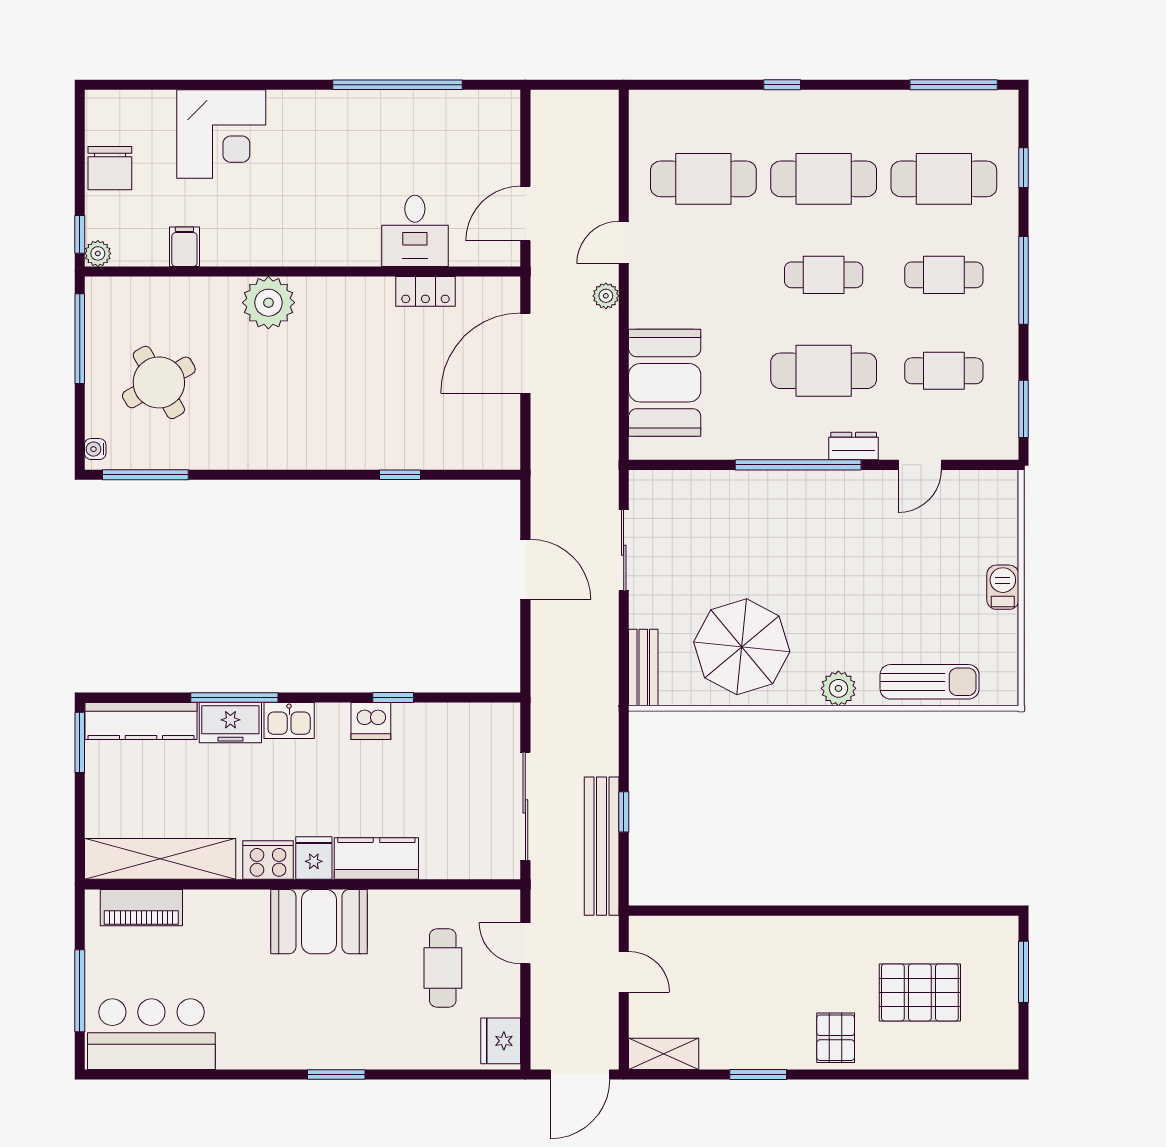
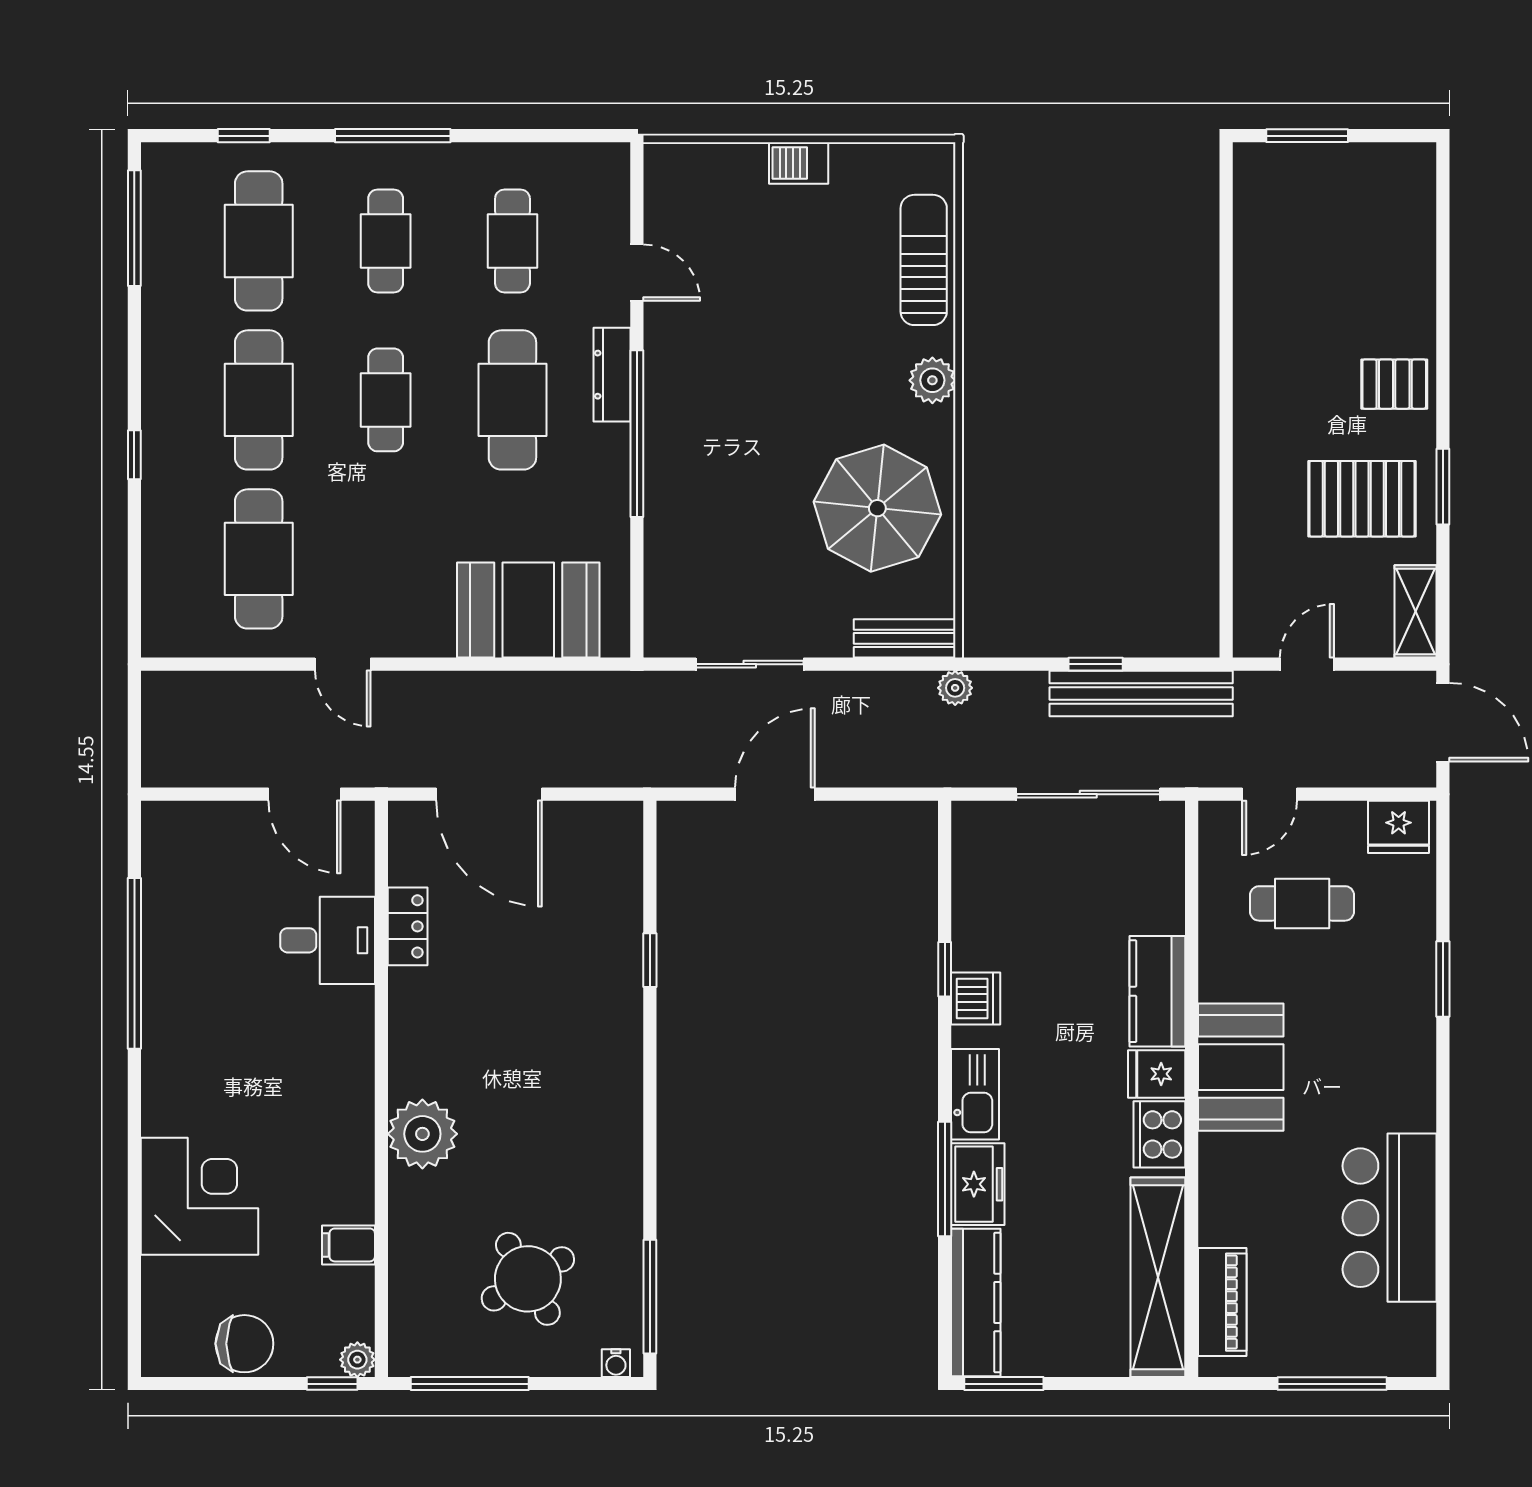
plant: (606, 296) -> (955, 688), moved
window: (1024, 409) -> (563, 136), removed
dresser: (854, 446) -> (612, 375), width x1.44
kitchen sink: (289, 721) -> (975, 1094), width x1.38
pallet: (920, 992) -> (1362, 499), moved, turned 90
bar counter: (151, 1034) -> (1389, 1218), moved
window: (336, 1074) -> (1443, 979), moved

